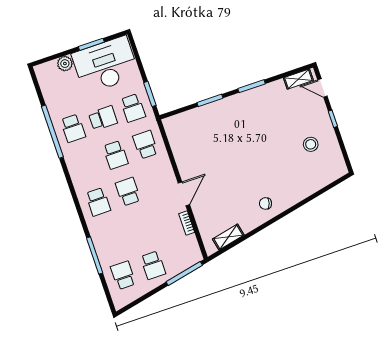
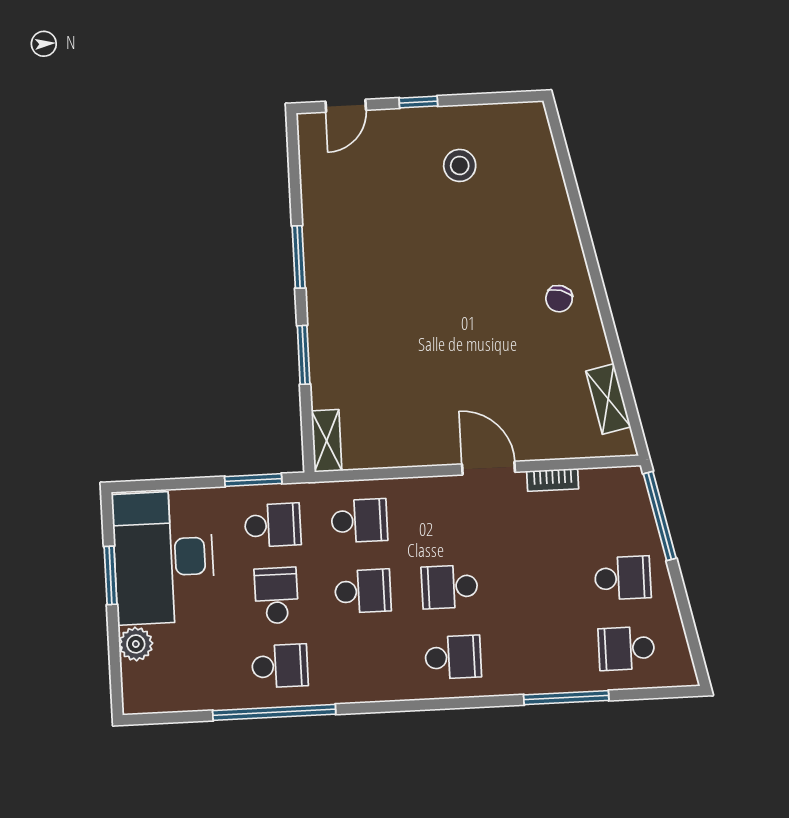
shelving: (298, 79) -> (327, 441), moved
school desk: (145, 145) -> (359, 521), turned 180

